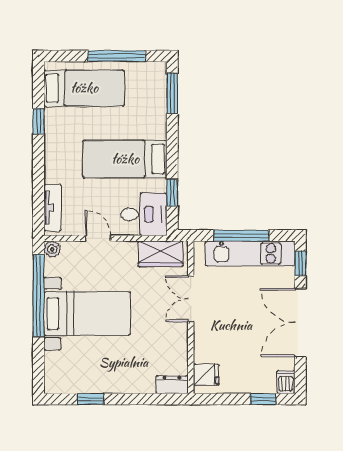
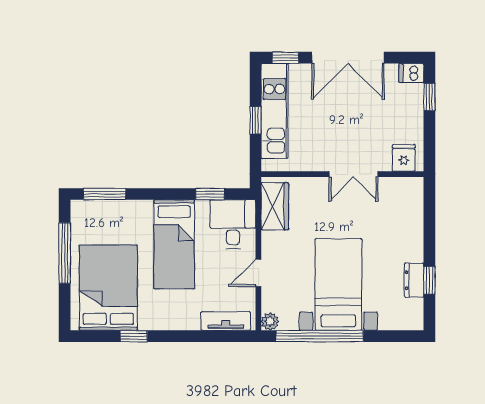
bed: (84, 88) -> (108, 288), width x1.50
window: (241, 235) -> (255, 120), width x0.46
double door: (191, 299) -> (354, 174), moved
dresser: (172, 385) -> (414, 280), moved

